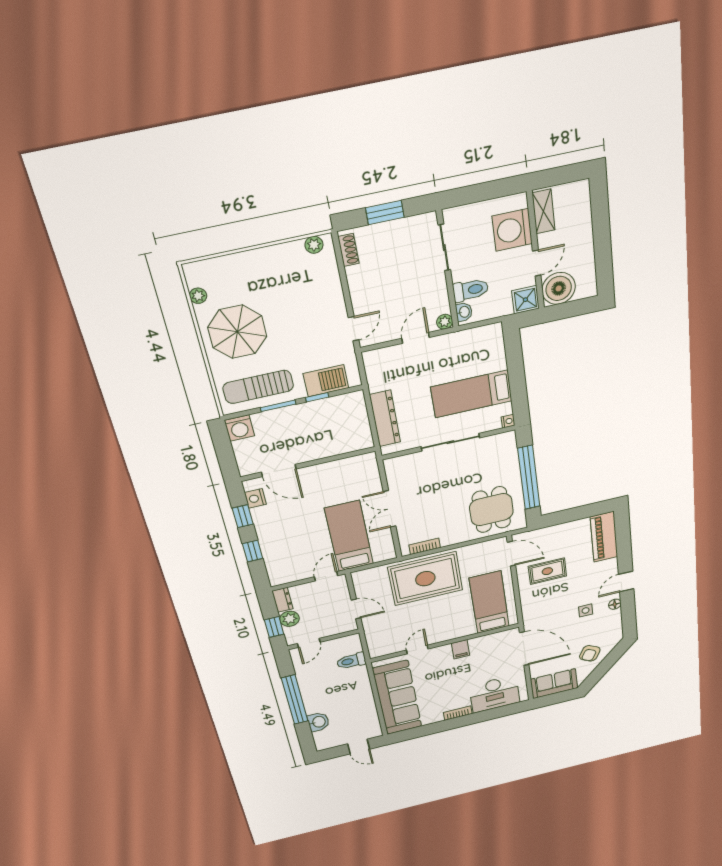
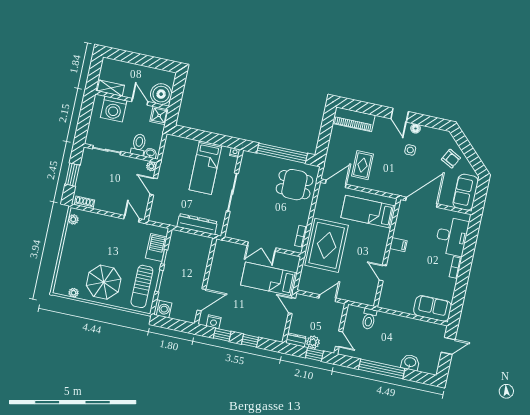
sofa: (397, 698) -> (433, 308), width x0.54, depth x0.79

